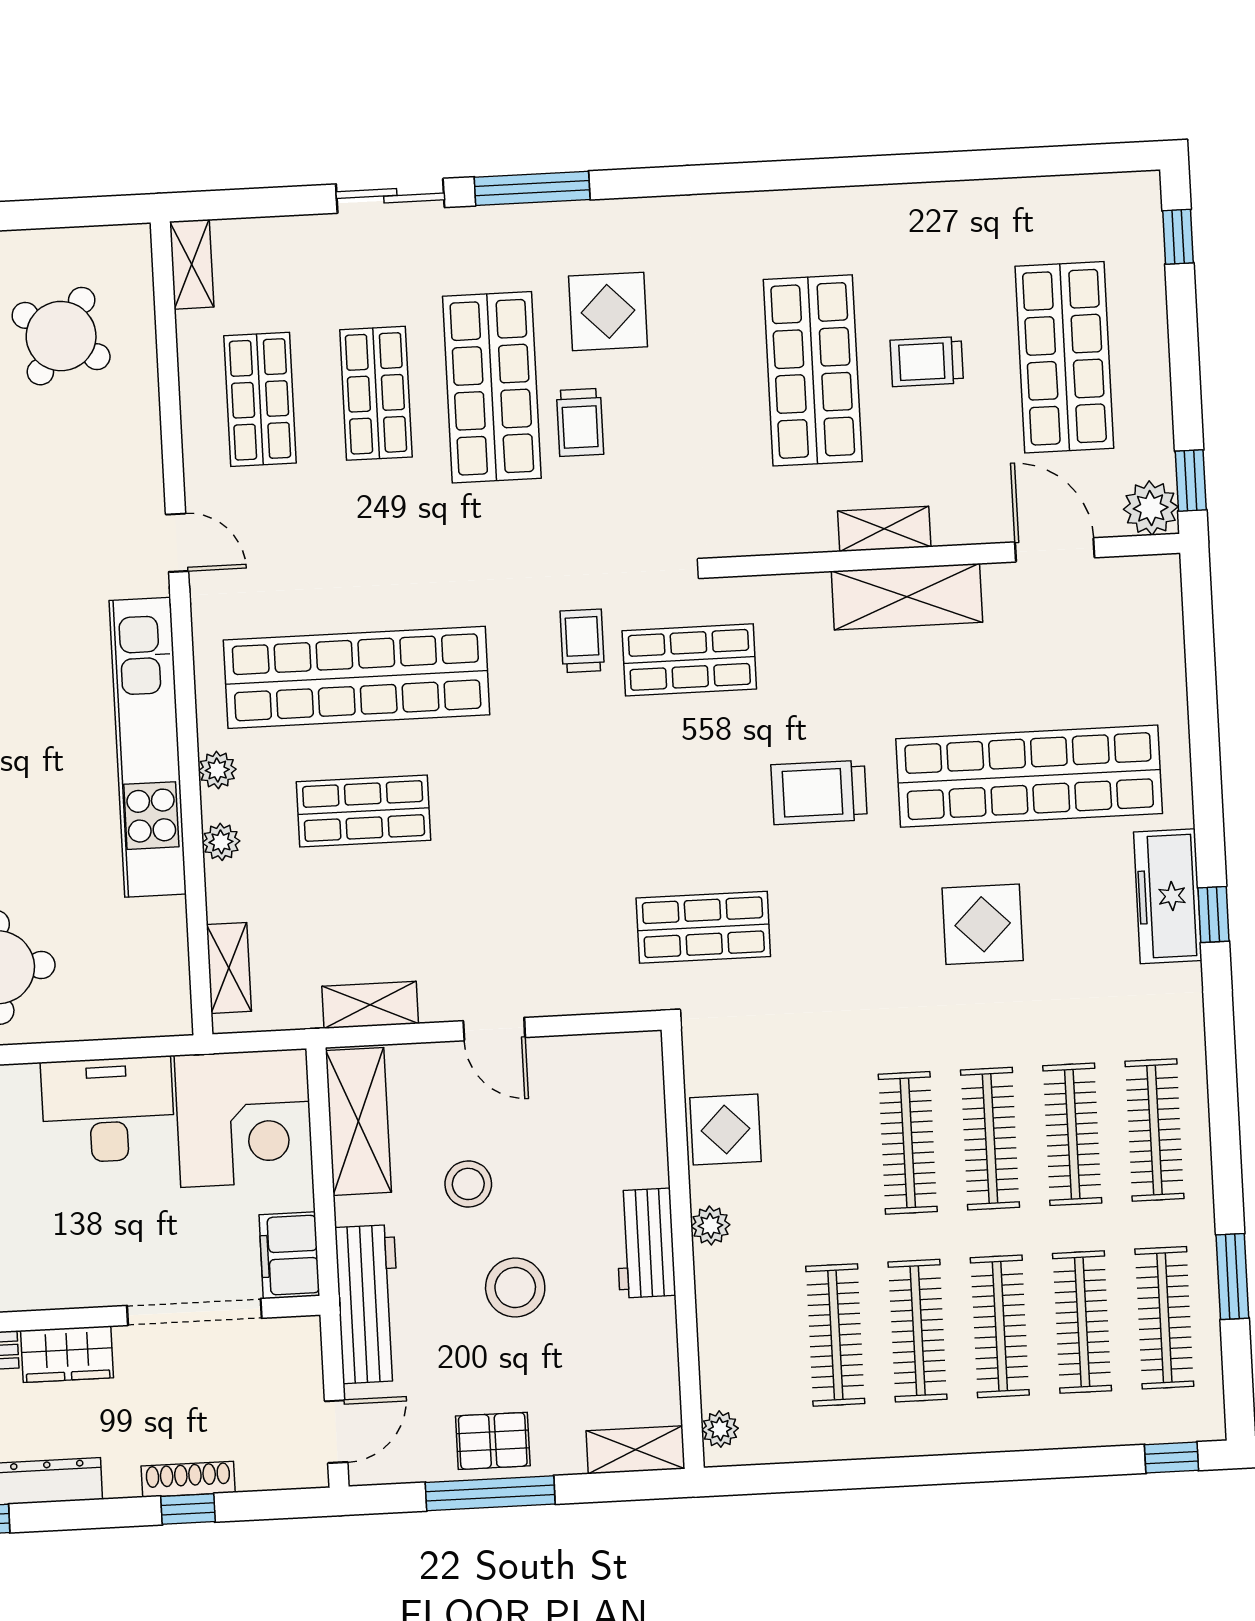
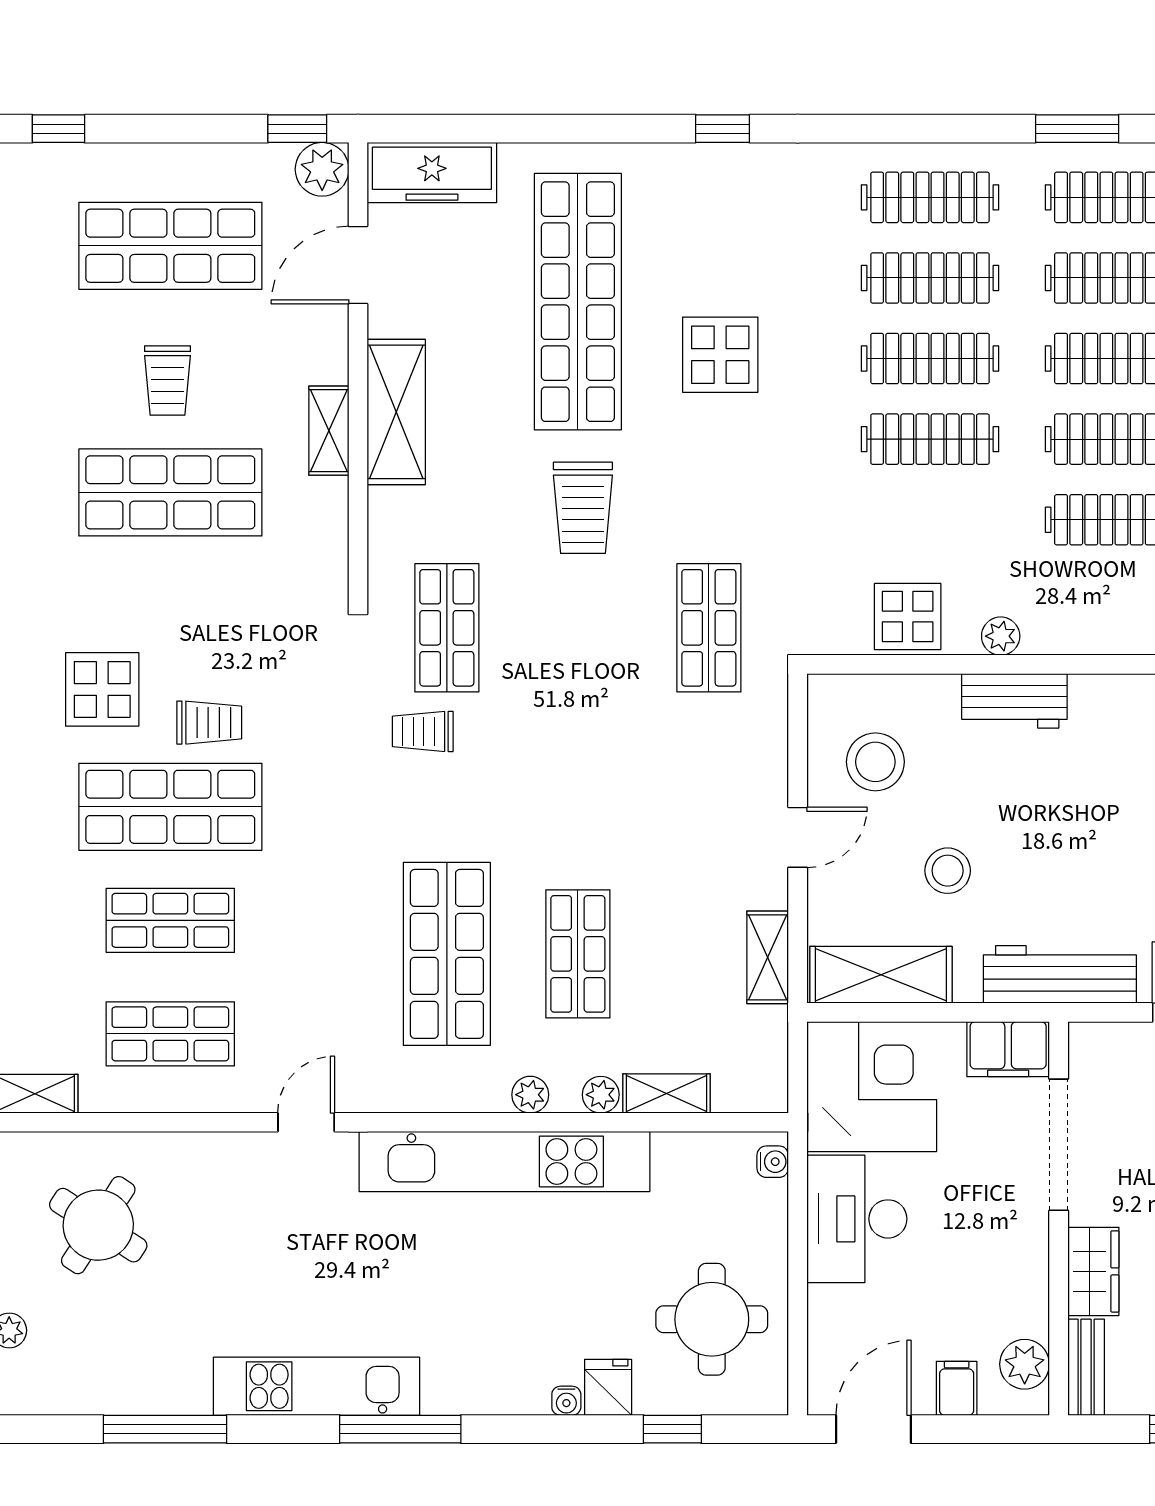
shop shelf: (357, 677) -> (447, 954), width x0.71
freezer: (1168, 896) -> (432, 172), moved
shelving: (229, 968) -> (667, 1093), moved
water cooler: (162, 1021) -> (773, 1162), added
stool: (515, 1287) -> (875, 762), moved

